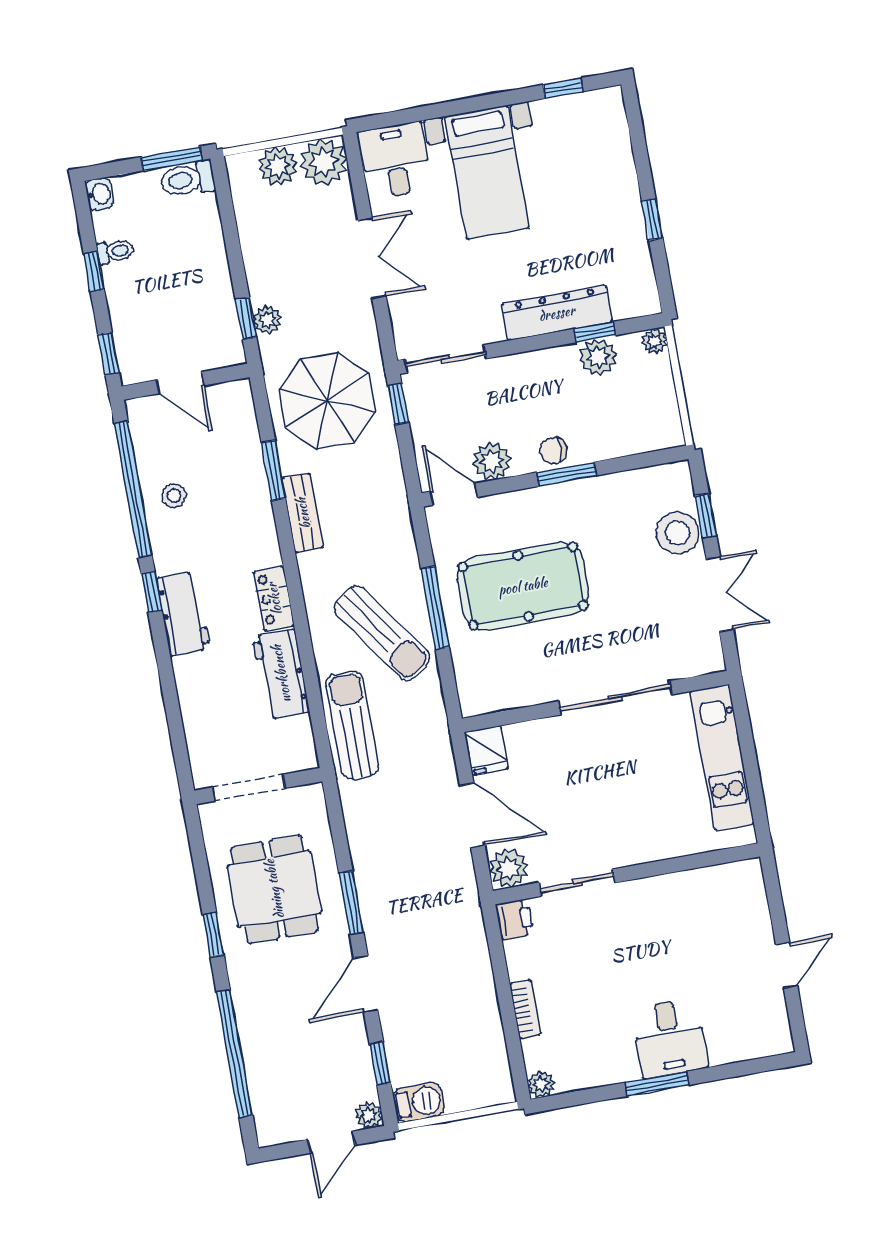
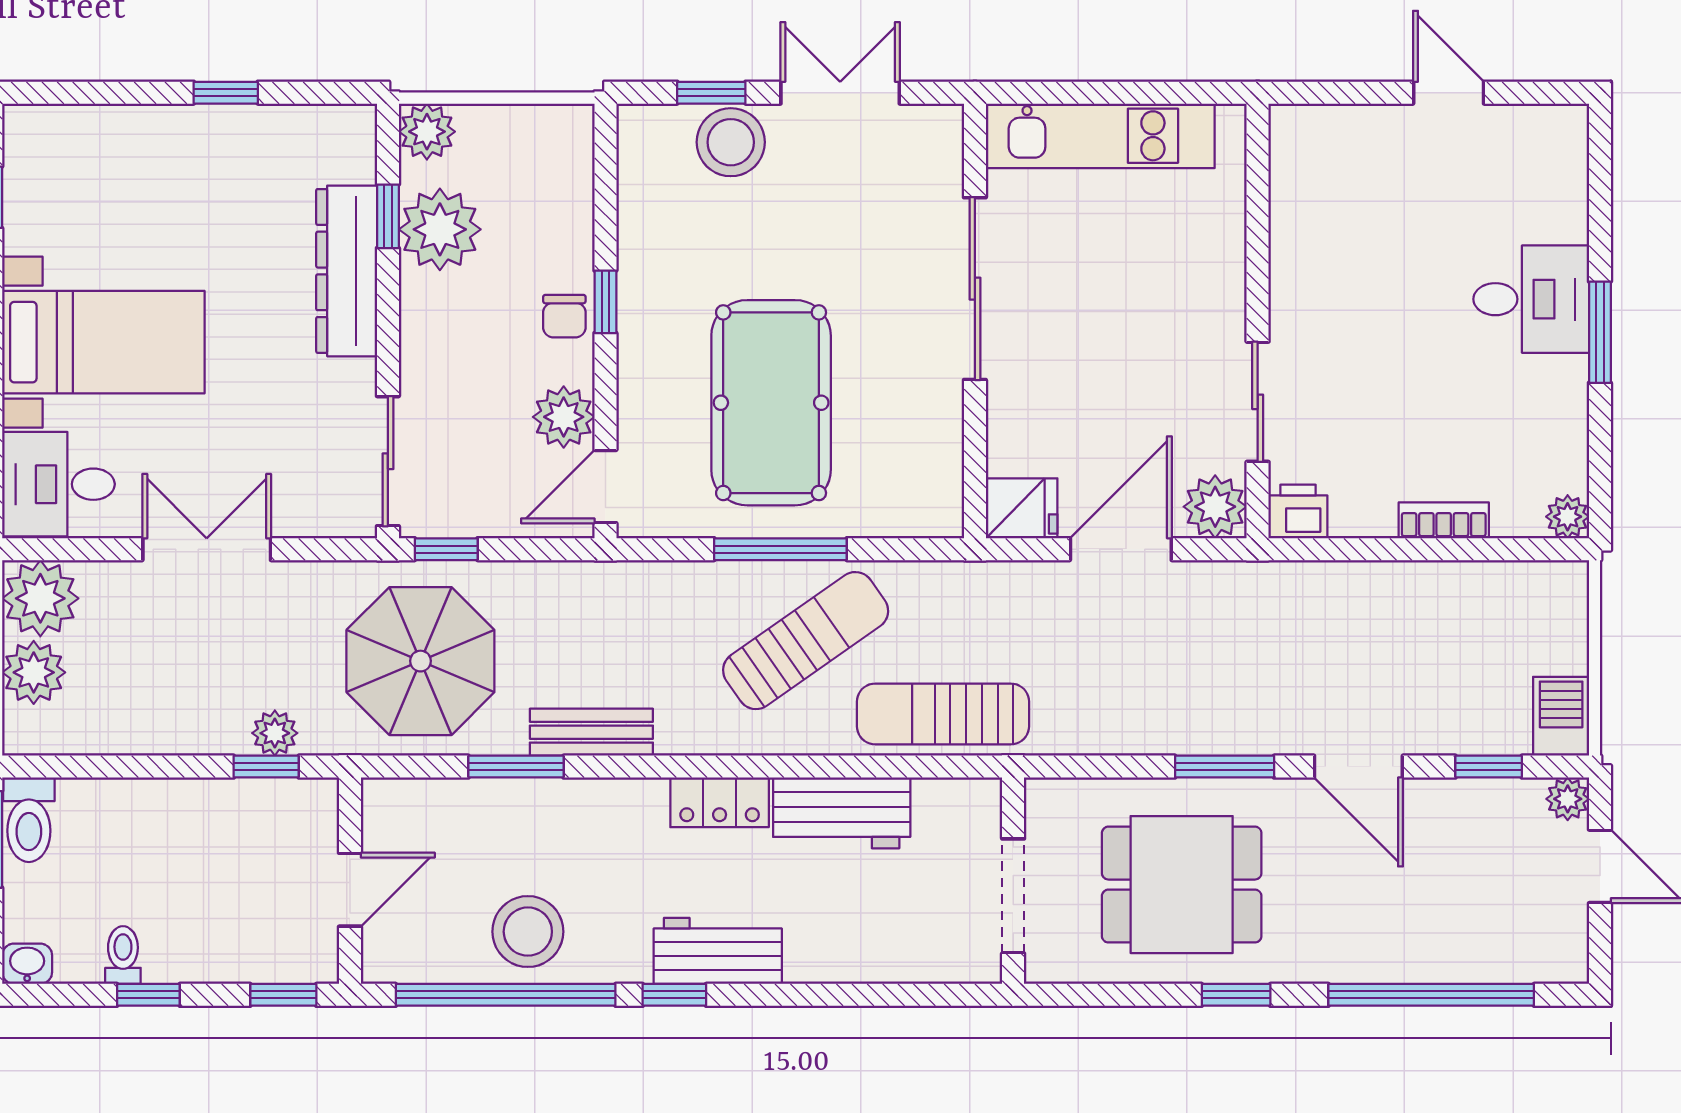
plant: (655, 341) -> (427, 132), width x1.38, depth x1.38
plant: (598, 357) -> (440, 229), width x1.36, depth x1.36
window: (567, 474) -> (605, 302), width x0.67
stool: (174, 496) -> (528, 932), width x1.89, depth x1.89

